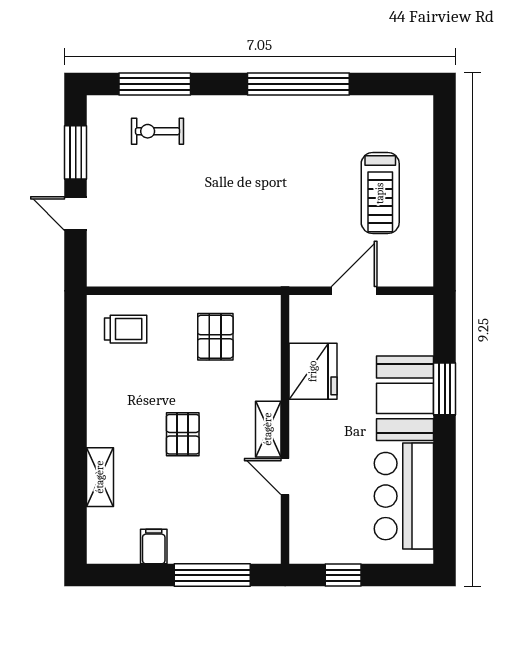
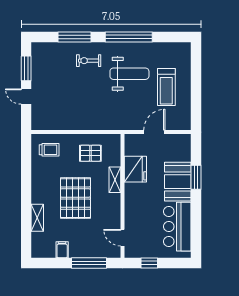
window: (155, 84) -> (74, 37), moved
exercise bike: (158, 131) -> (89, 61), moved
weight bench: (300, 164) -> (129, 74), added
pallet: (215, 337) -> (90, 153), turned 90
shelving: (268, 429) -> (115, 180), moved
pallet: (183, 434) -> (75, 198), width x2.05, depth x2.00
door: (285, 476) -> (123, 238), moved

